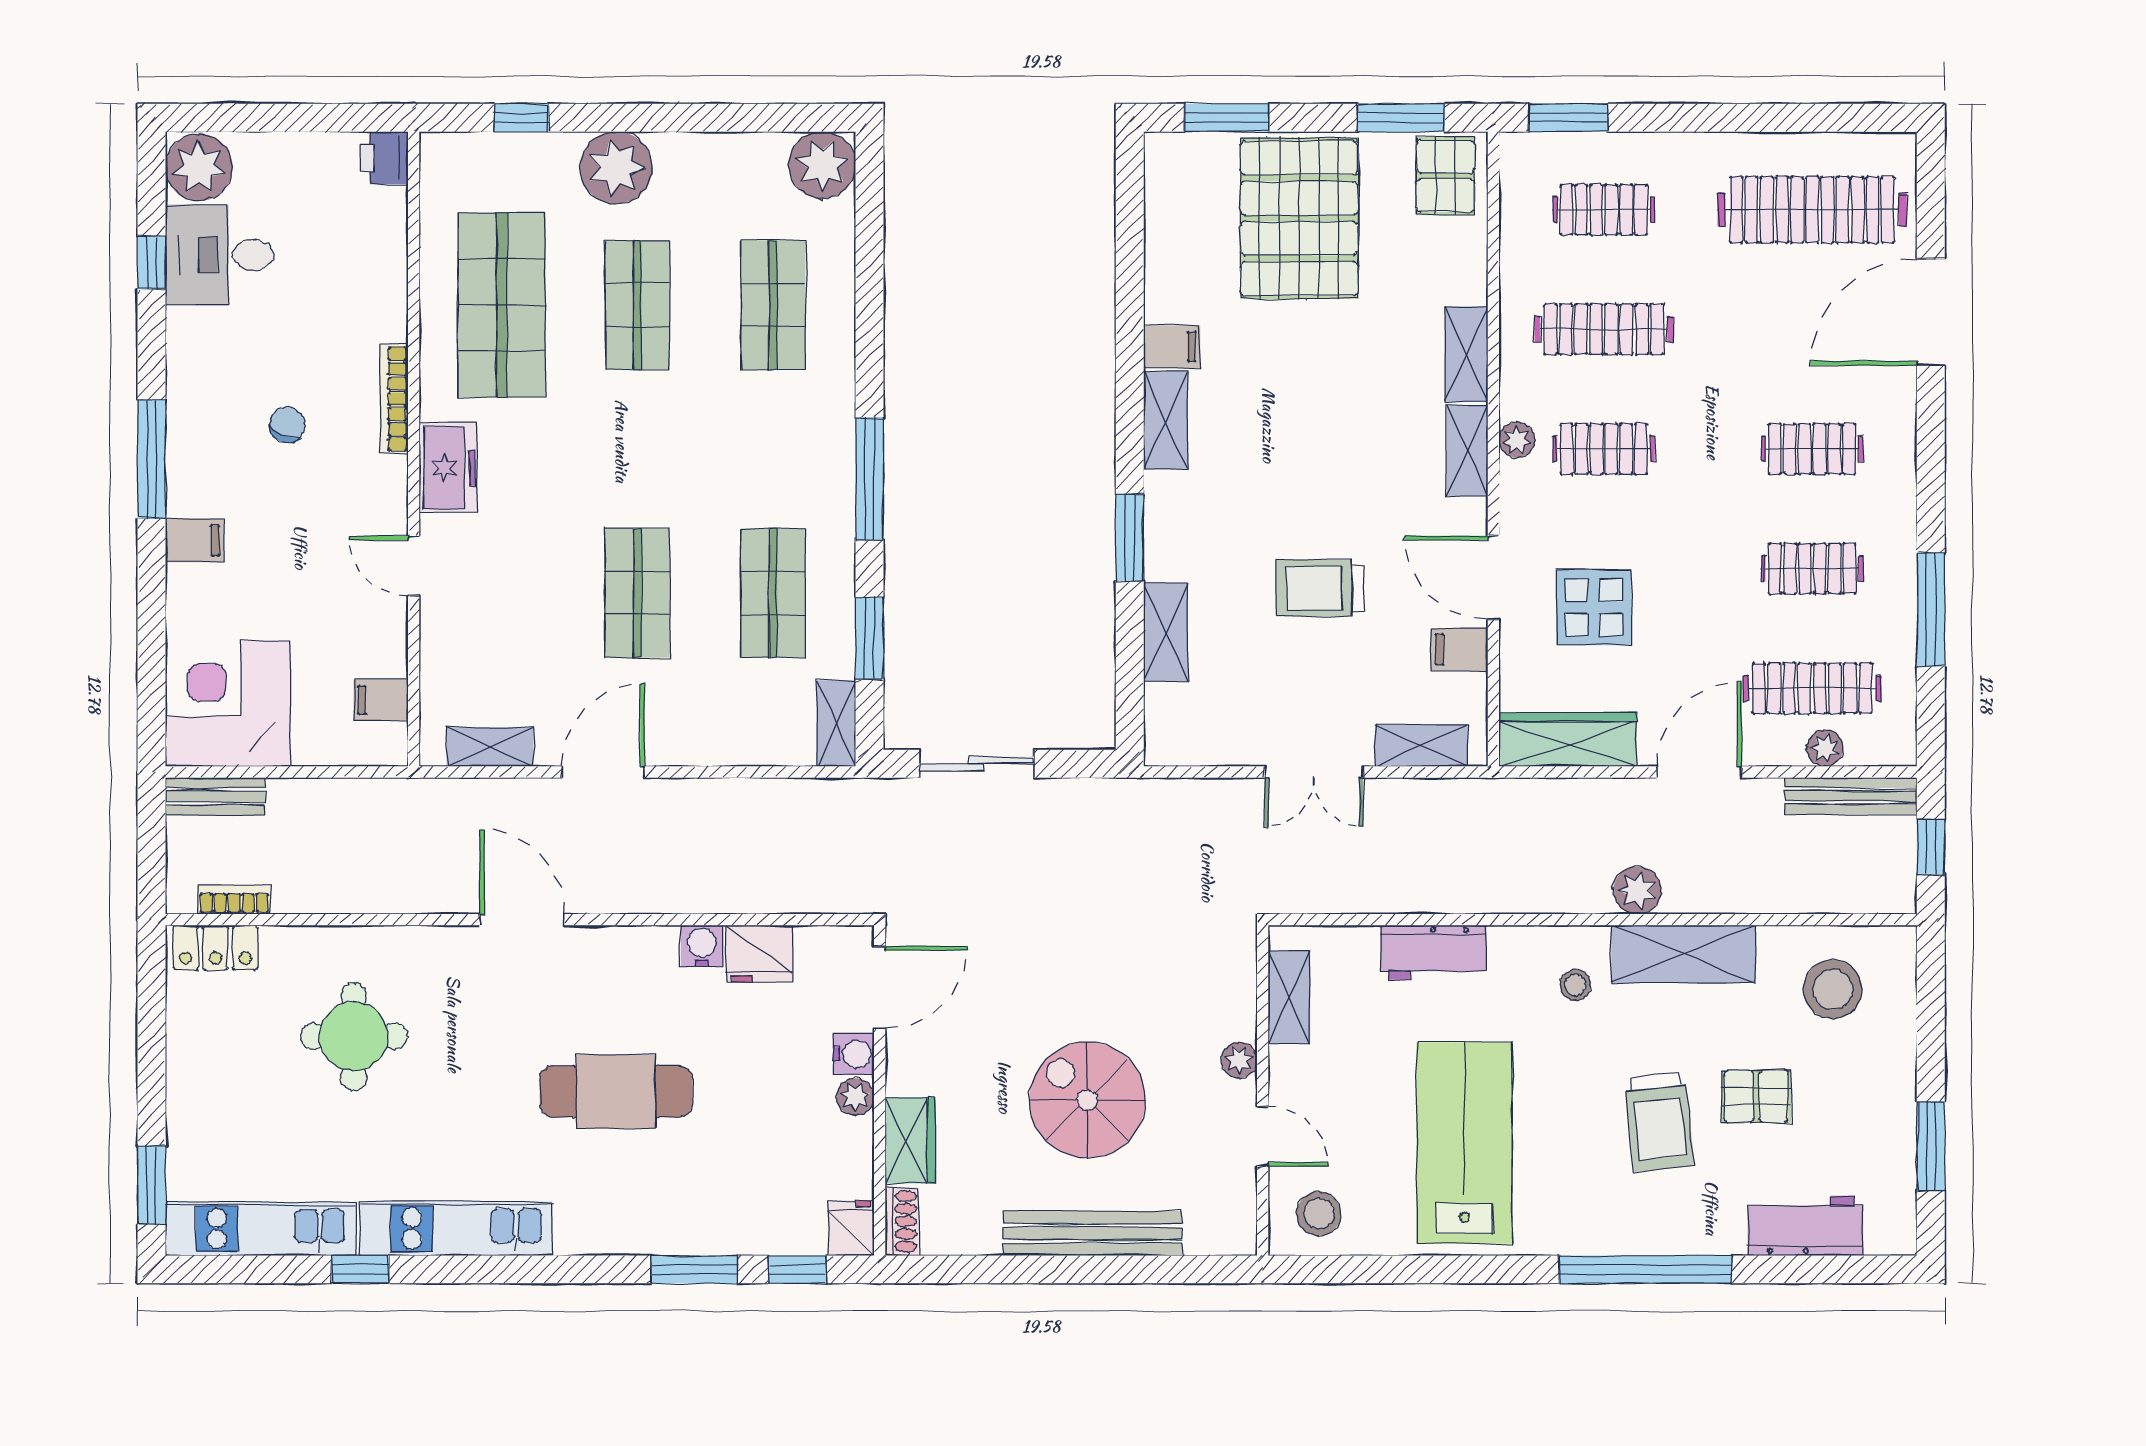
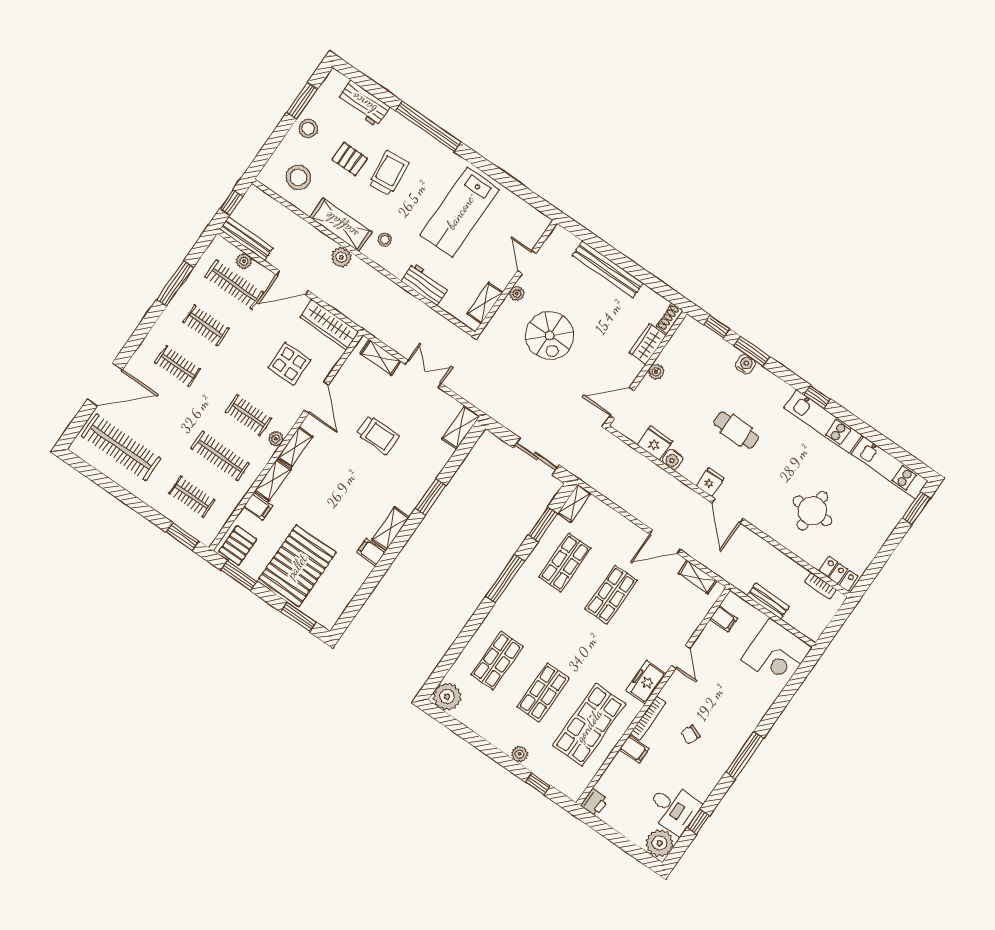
plant: (616, 168) -> (520, 754), width x0.53, depth x0.53
filing cabinet: (195, 540) -> (634, 749), moved, turned 180
shelving: (1166, 632) -> (461, 428), moved
filing cabinet: (1459, 650) -> (258, 506), moved
bench: (215, 797) -> (768, 601), moved
water cooler: (854, 1054) -> (745, 364), moved, turned 90
cafe table: (616, 1091) -> (736, 430), width x0.73, depth x0.74
spiral stairs: (1087, 1100) -> (550, 336), moved
stool: (1319, 1214) -> (308, 128), moved
fridge: (851, 1228) -> (710, 482), moved, turned 180
window: (360, 1269) -> (817, 397), moved

